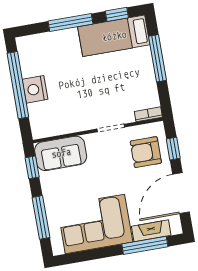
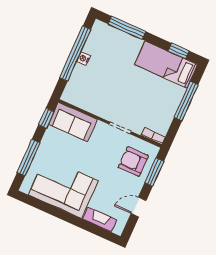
window: (71, 22) -> (127, 28), moved
nightstand: (35, 89) -> (84, 58), width x0.53, depth x0.56
window: (173, 149) -> (154, 172), width x1.50
door: (181, 193) -> (139, 207), width x0.53
window: (145, 245) -> (88, 227), removed

